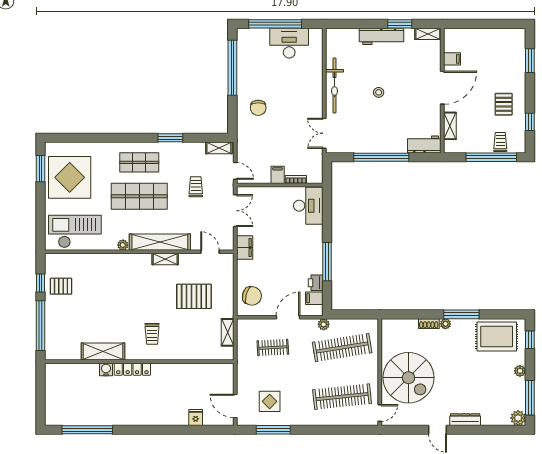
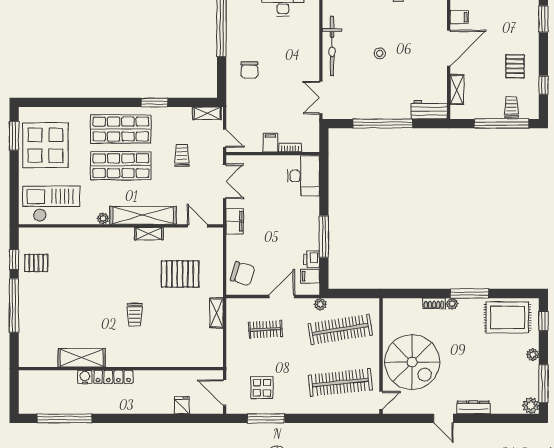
shop shelf: (139, 162) -> (121, 129), width x1.43, depth x1.36
shelving: (103, 352) -> (82, 358), moved
wall: (139, 362) -> (121, 369), moved
water cooler: (106, 369) -> (85, 377), moved
locker: (132, 369) -> (113, 377), moved

